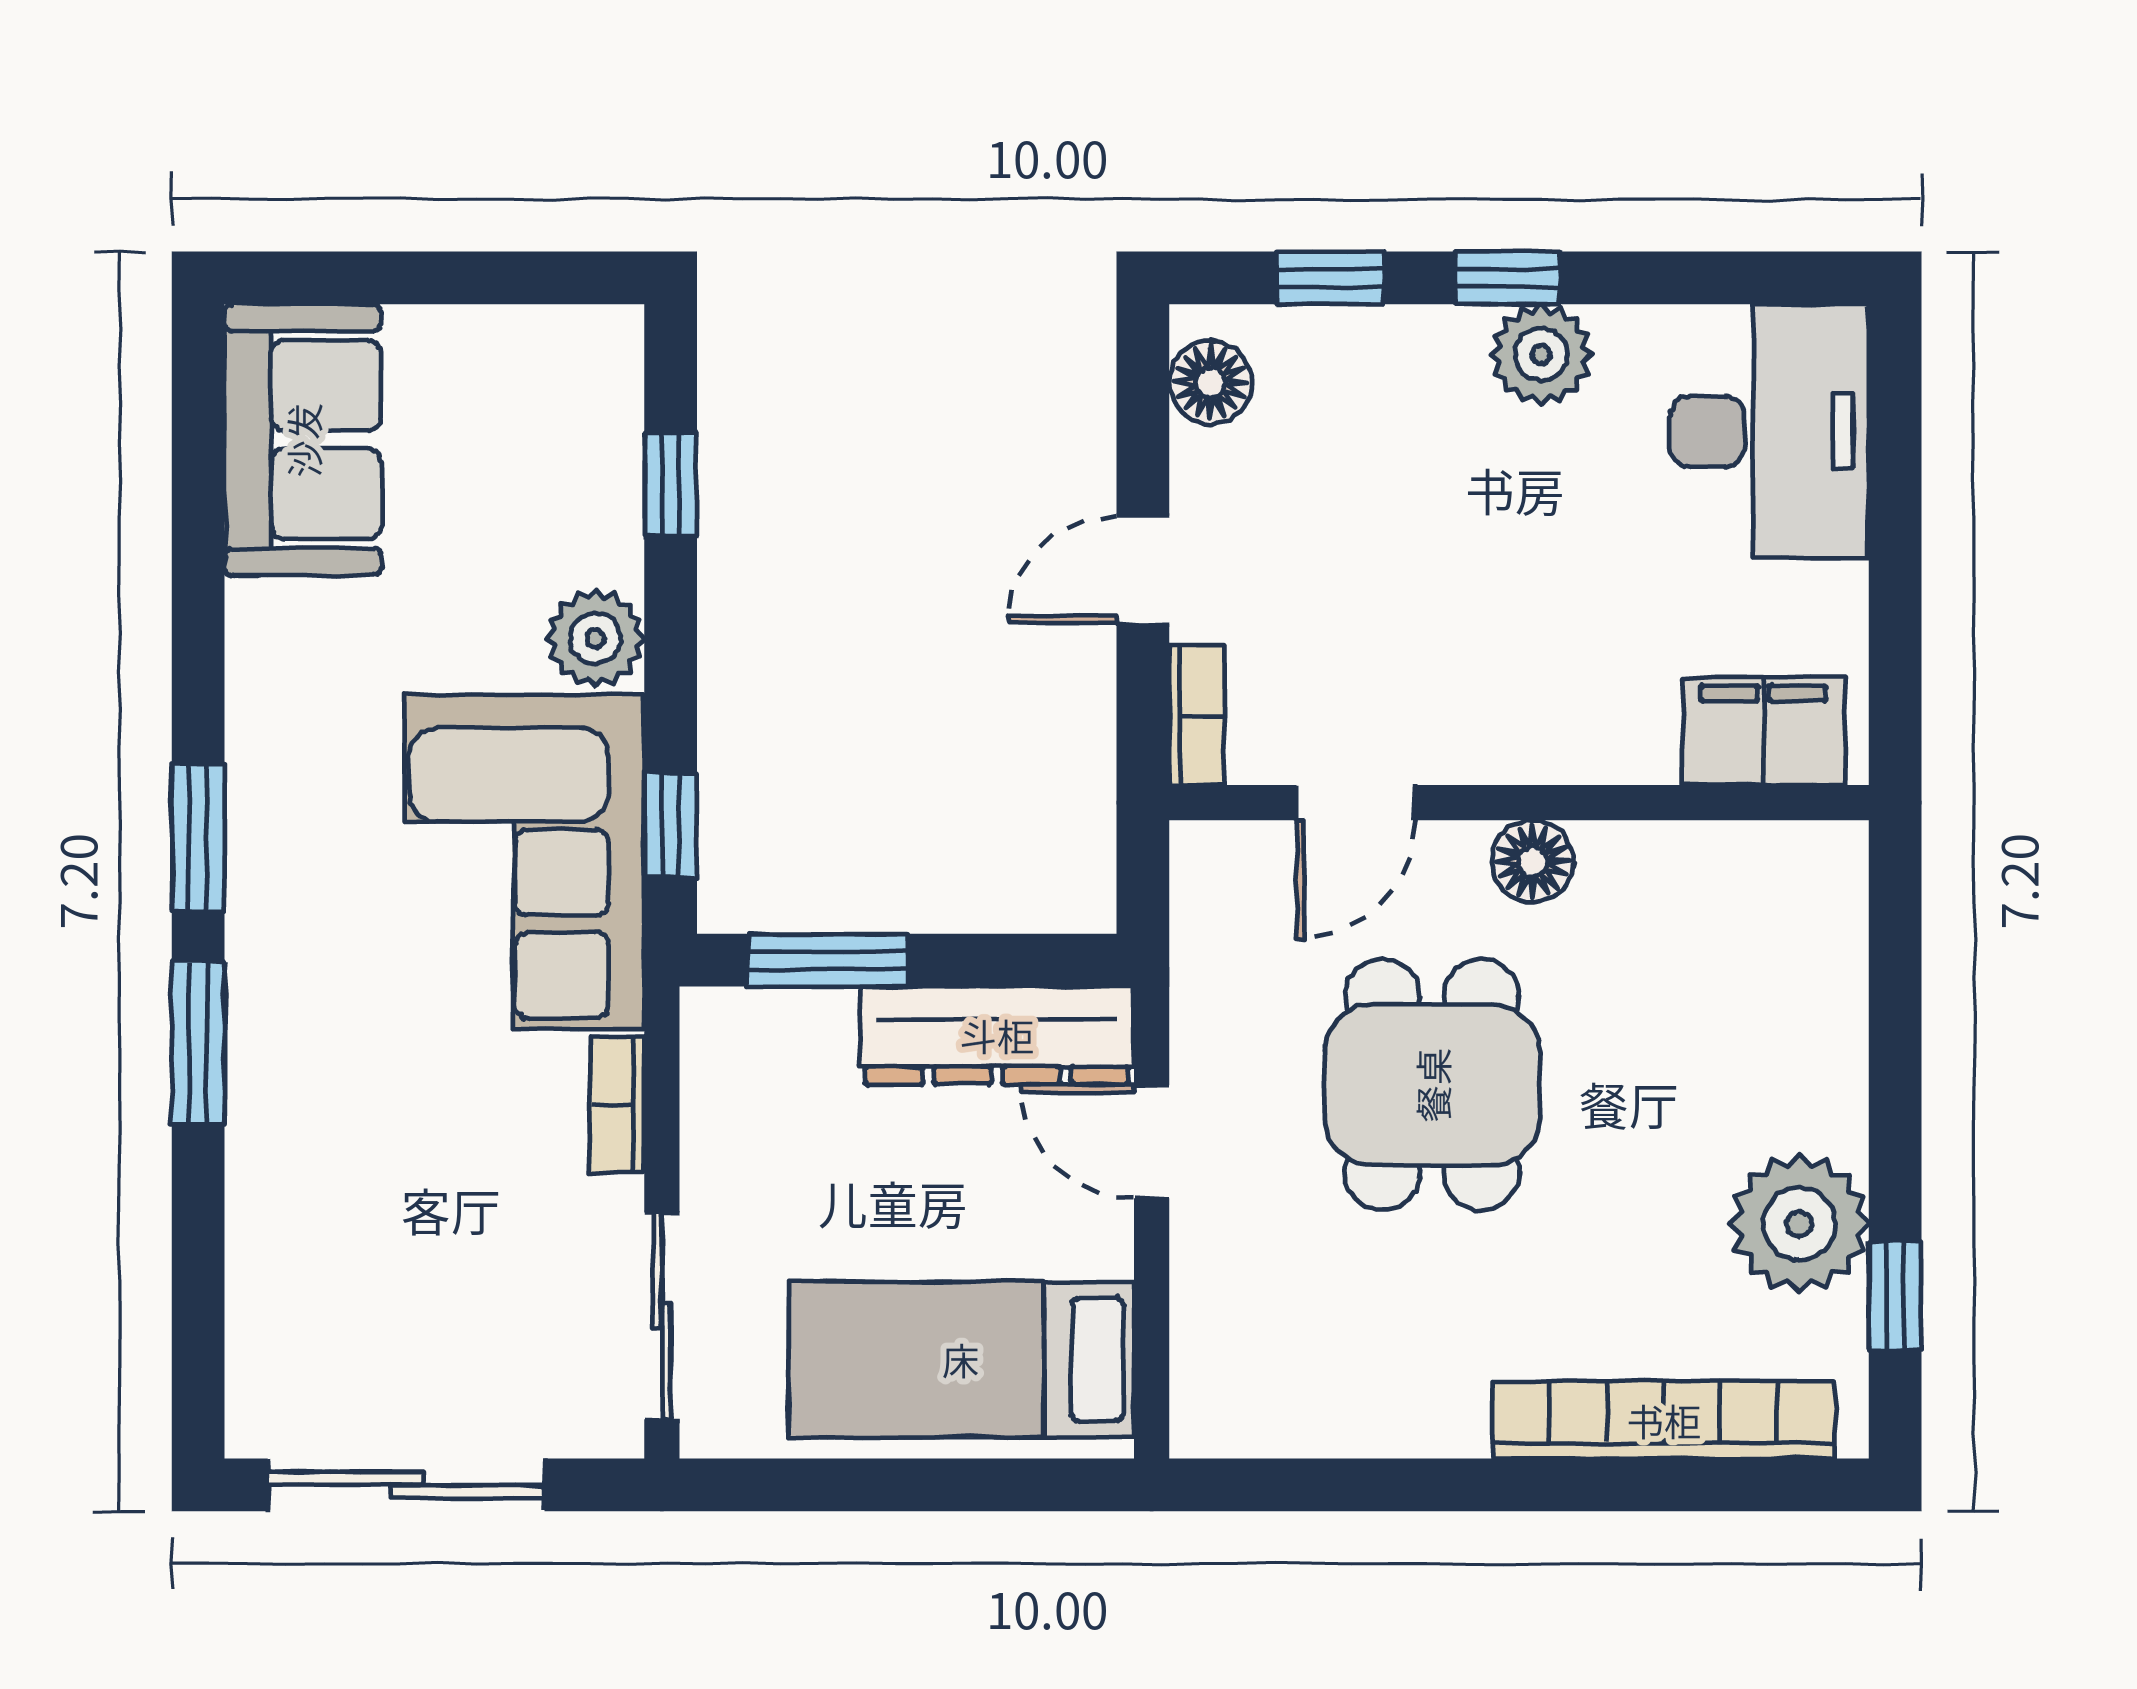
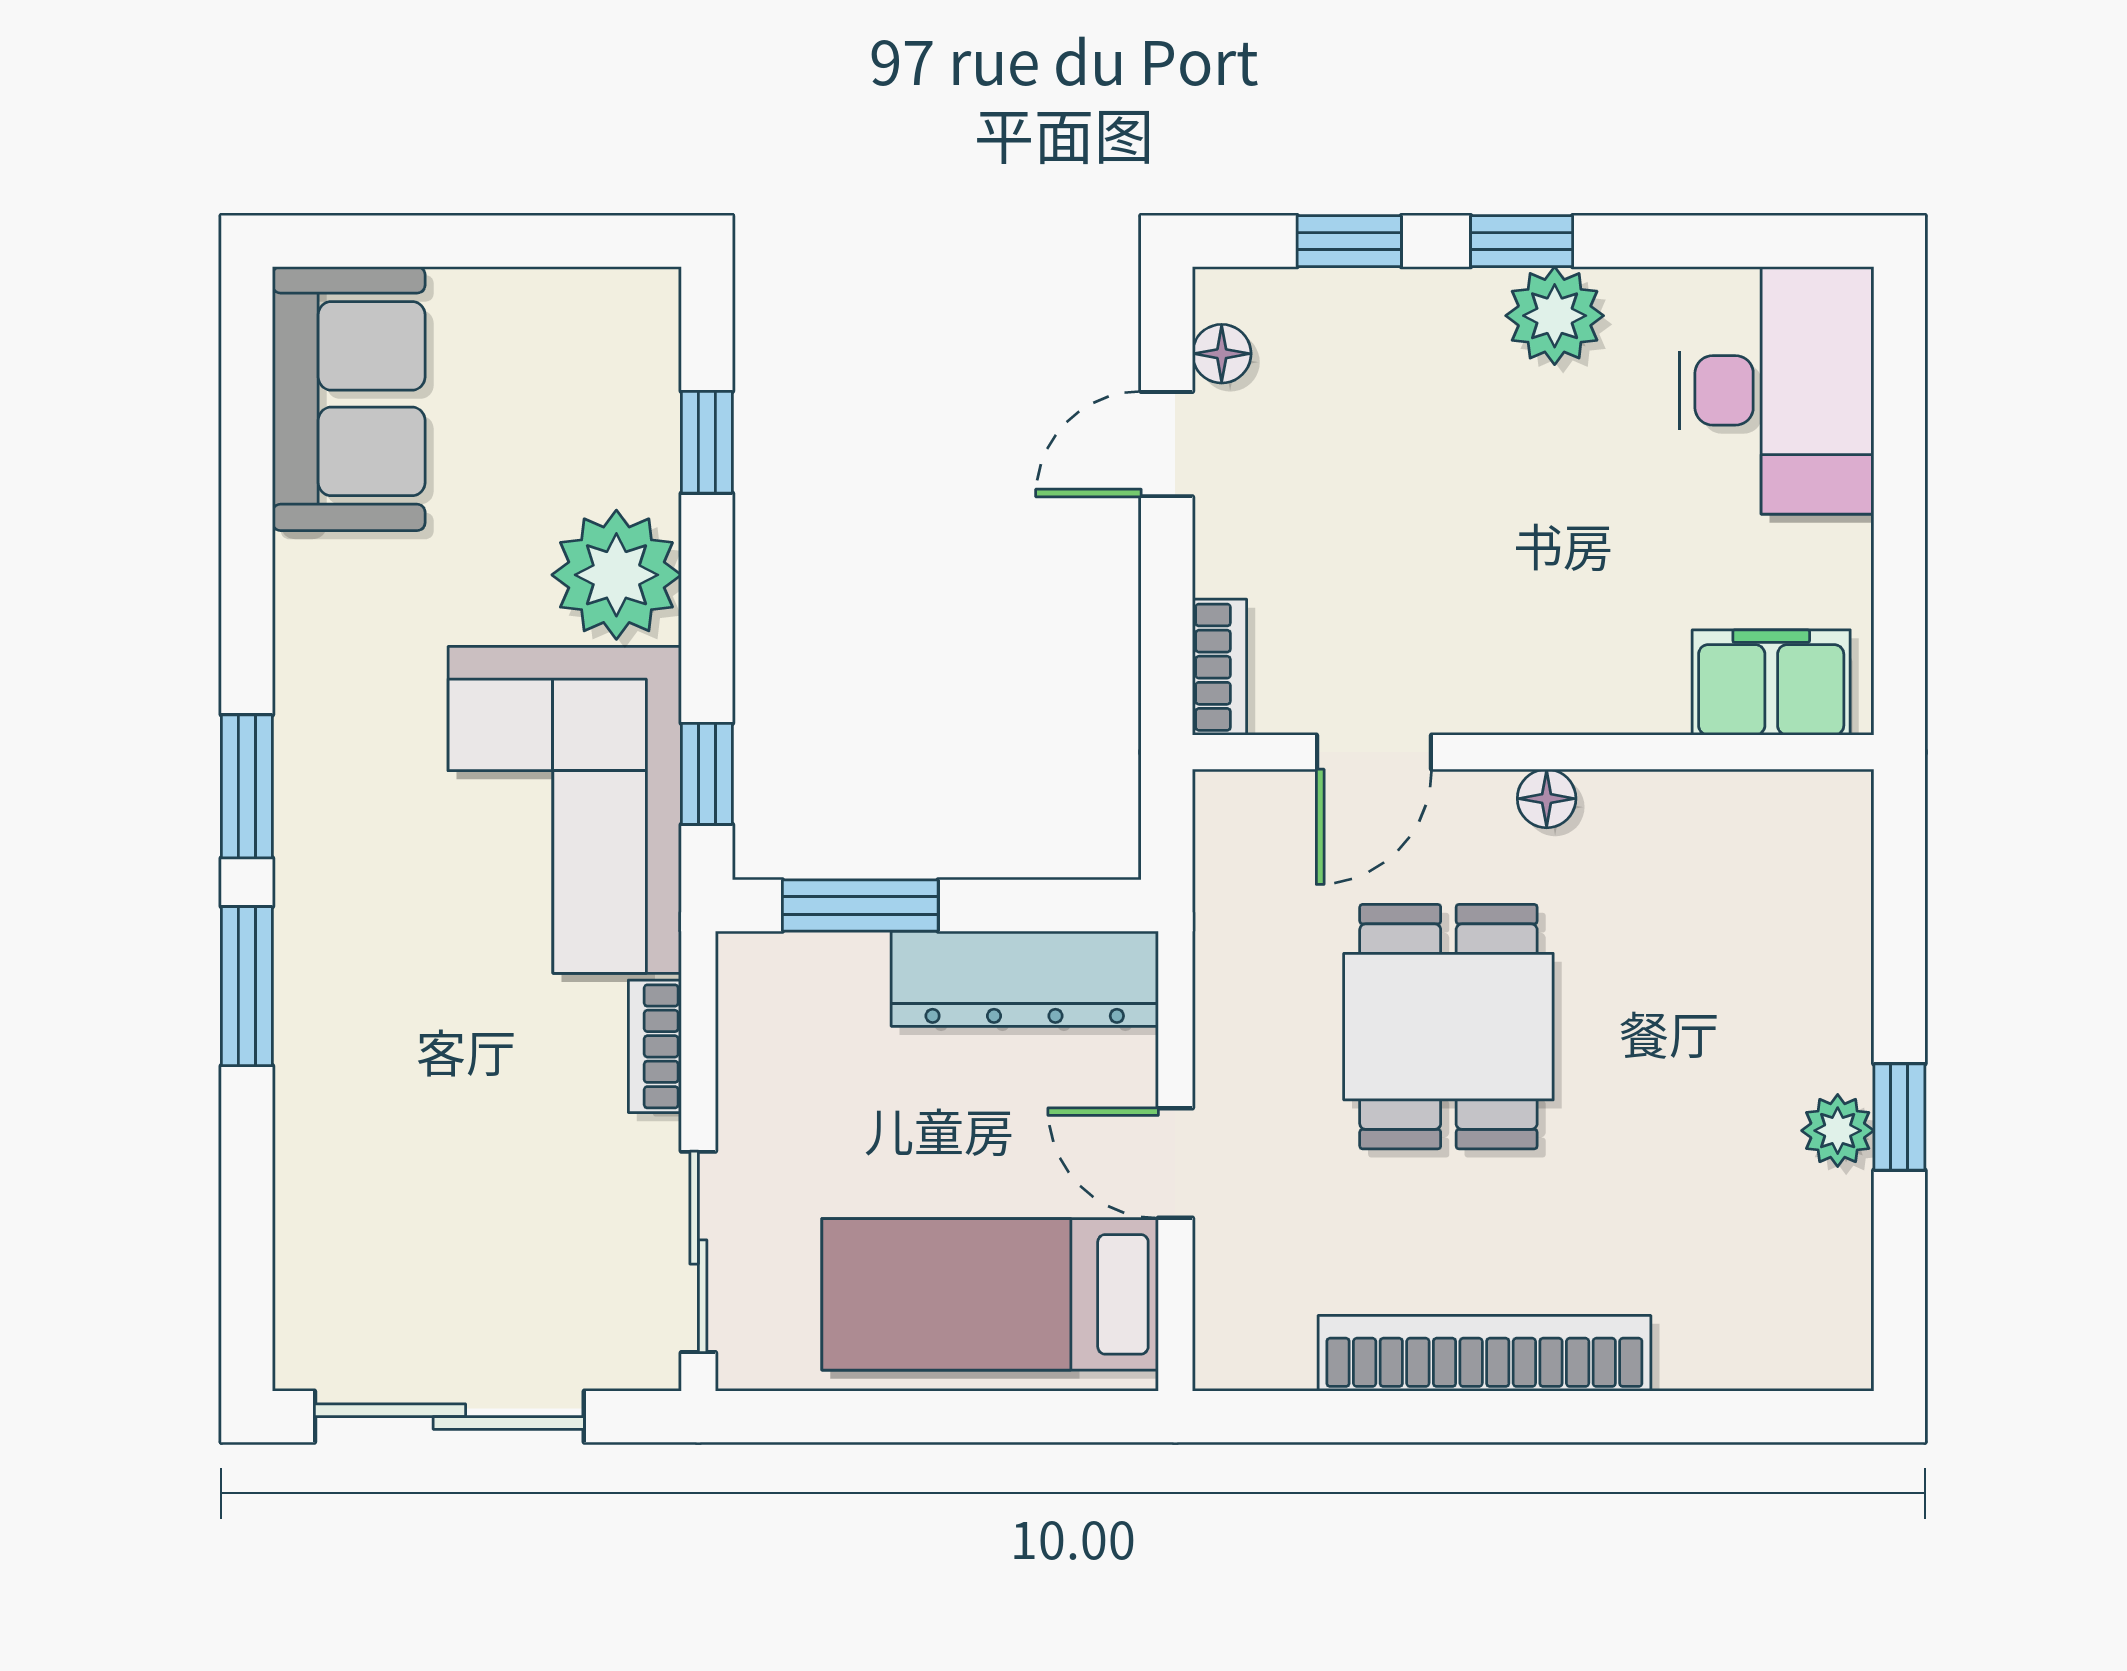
floor lamp: (1210, 382) -> (1222, 354), width x0.73, depth x0.73
door: (1143, 570) -> (1167, 444), moved
plant: (595, 638) -> (616, 575), width x1.36, depth x1.36
floor lamp: (1533, 861) -> (1547, 799), width x0.73, depth x0.73
door: (1152, 1142) -> (1175, 1163), moved
plant: (1799, 1224) -> (1838, 1131), width x0.53, depth x0.53
window: (1895, 1296) -> (1899, 1117), moved
bookcase: (1664, 1420) -> (1484, 1353), moved

